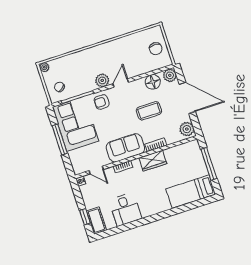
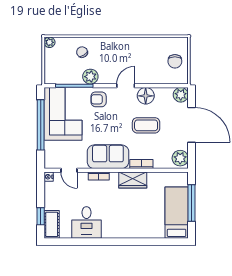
plant: (102, 80) -> (90, 77), moved
floor lamp: (153, 82) -> (146, 96), moved
chair: (59, 87) -> (82, 52), moved
window: (60, 140) -> (41, 125), width x1.46
bed: (191, 192) -> (177, 213), moved, turned 90

